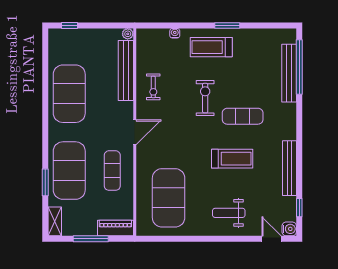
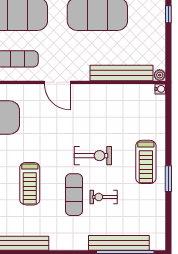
water cooler: (175, 33) -> (160, 89), moved
treadmill: (211, 47) -> (146, 162), turned 180
exercise bike: (153, 87) -> (104, 197), moved

